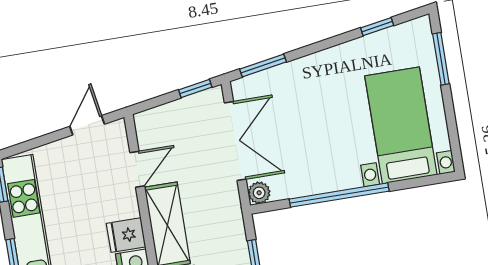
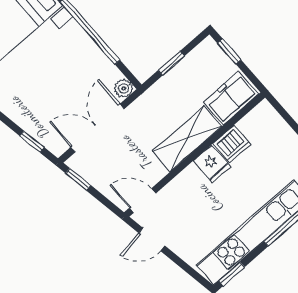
window: (263, 65) -> (32, 142), width x0.67
door: (137, 169) -> (143, 201), moved

